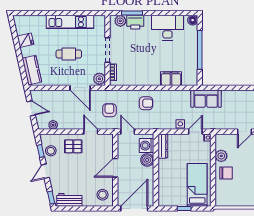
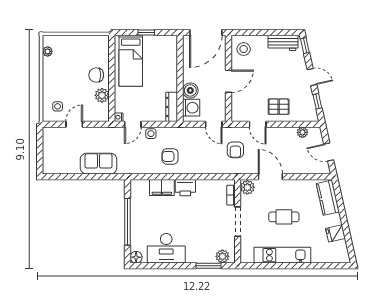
printer: (135, 22) -> (185, 188), moved, turned 180
sofa: (206, 99) -> (99, 164), moved
armchair: (146, 103) -> (170, 156), moved
stool: (51, 151) -> (305, 101), removed
door: (45, 171) -> (312, 77), hinge flipped

